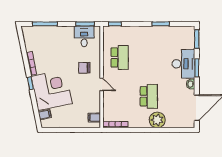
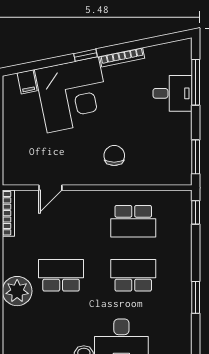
desk: (84, 36) -> (173, 93), moved
school desk: (149, 57) -> (133, 275), added
door: (102, 84) -> (50, 188), moved
school desk: (149, 96) -> (61, 275), turned 180
filing cabinet: (94, 118) -> (22, 174), removed

